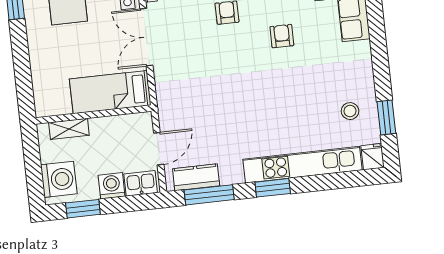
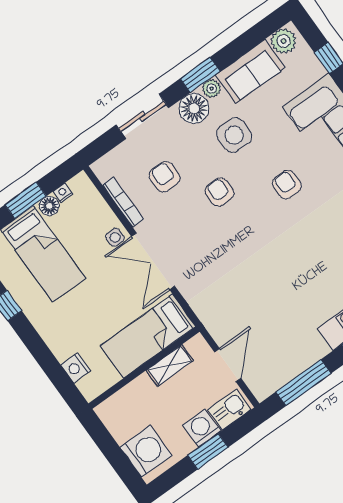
nightstand: (41, 85) -> (76, 368), added
shelving: (69, 129) -> (170, 365), moved
kitchen counter: (196, 177) -> (281, 373), removed
window: (83, 209) -> (208, 451), moved

